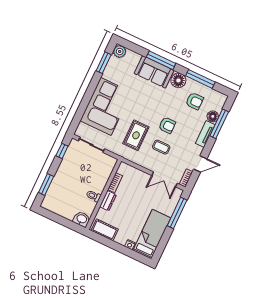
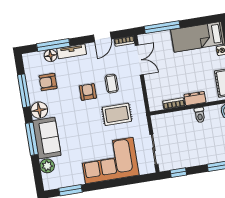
plant: (120, 51) -> (47, 166), moved
armchair: (195, 101) -> (48, 82), turned -90
door: (200, 164) -> (102, 37), swing flipped

